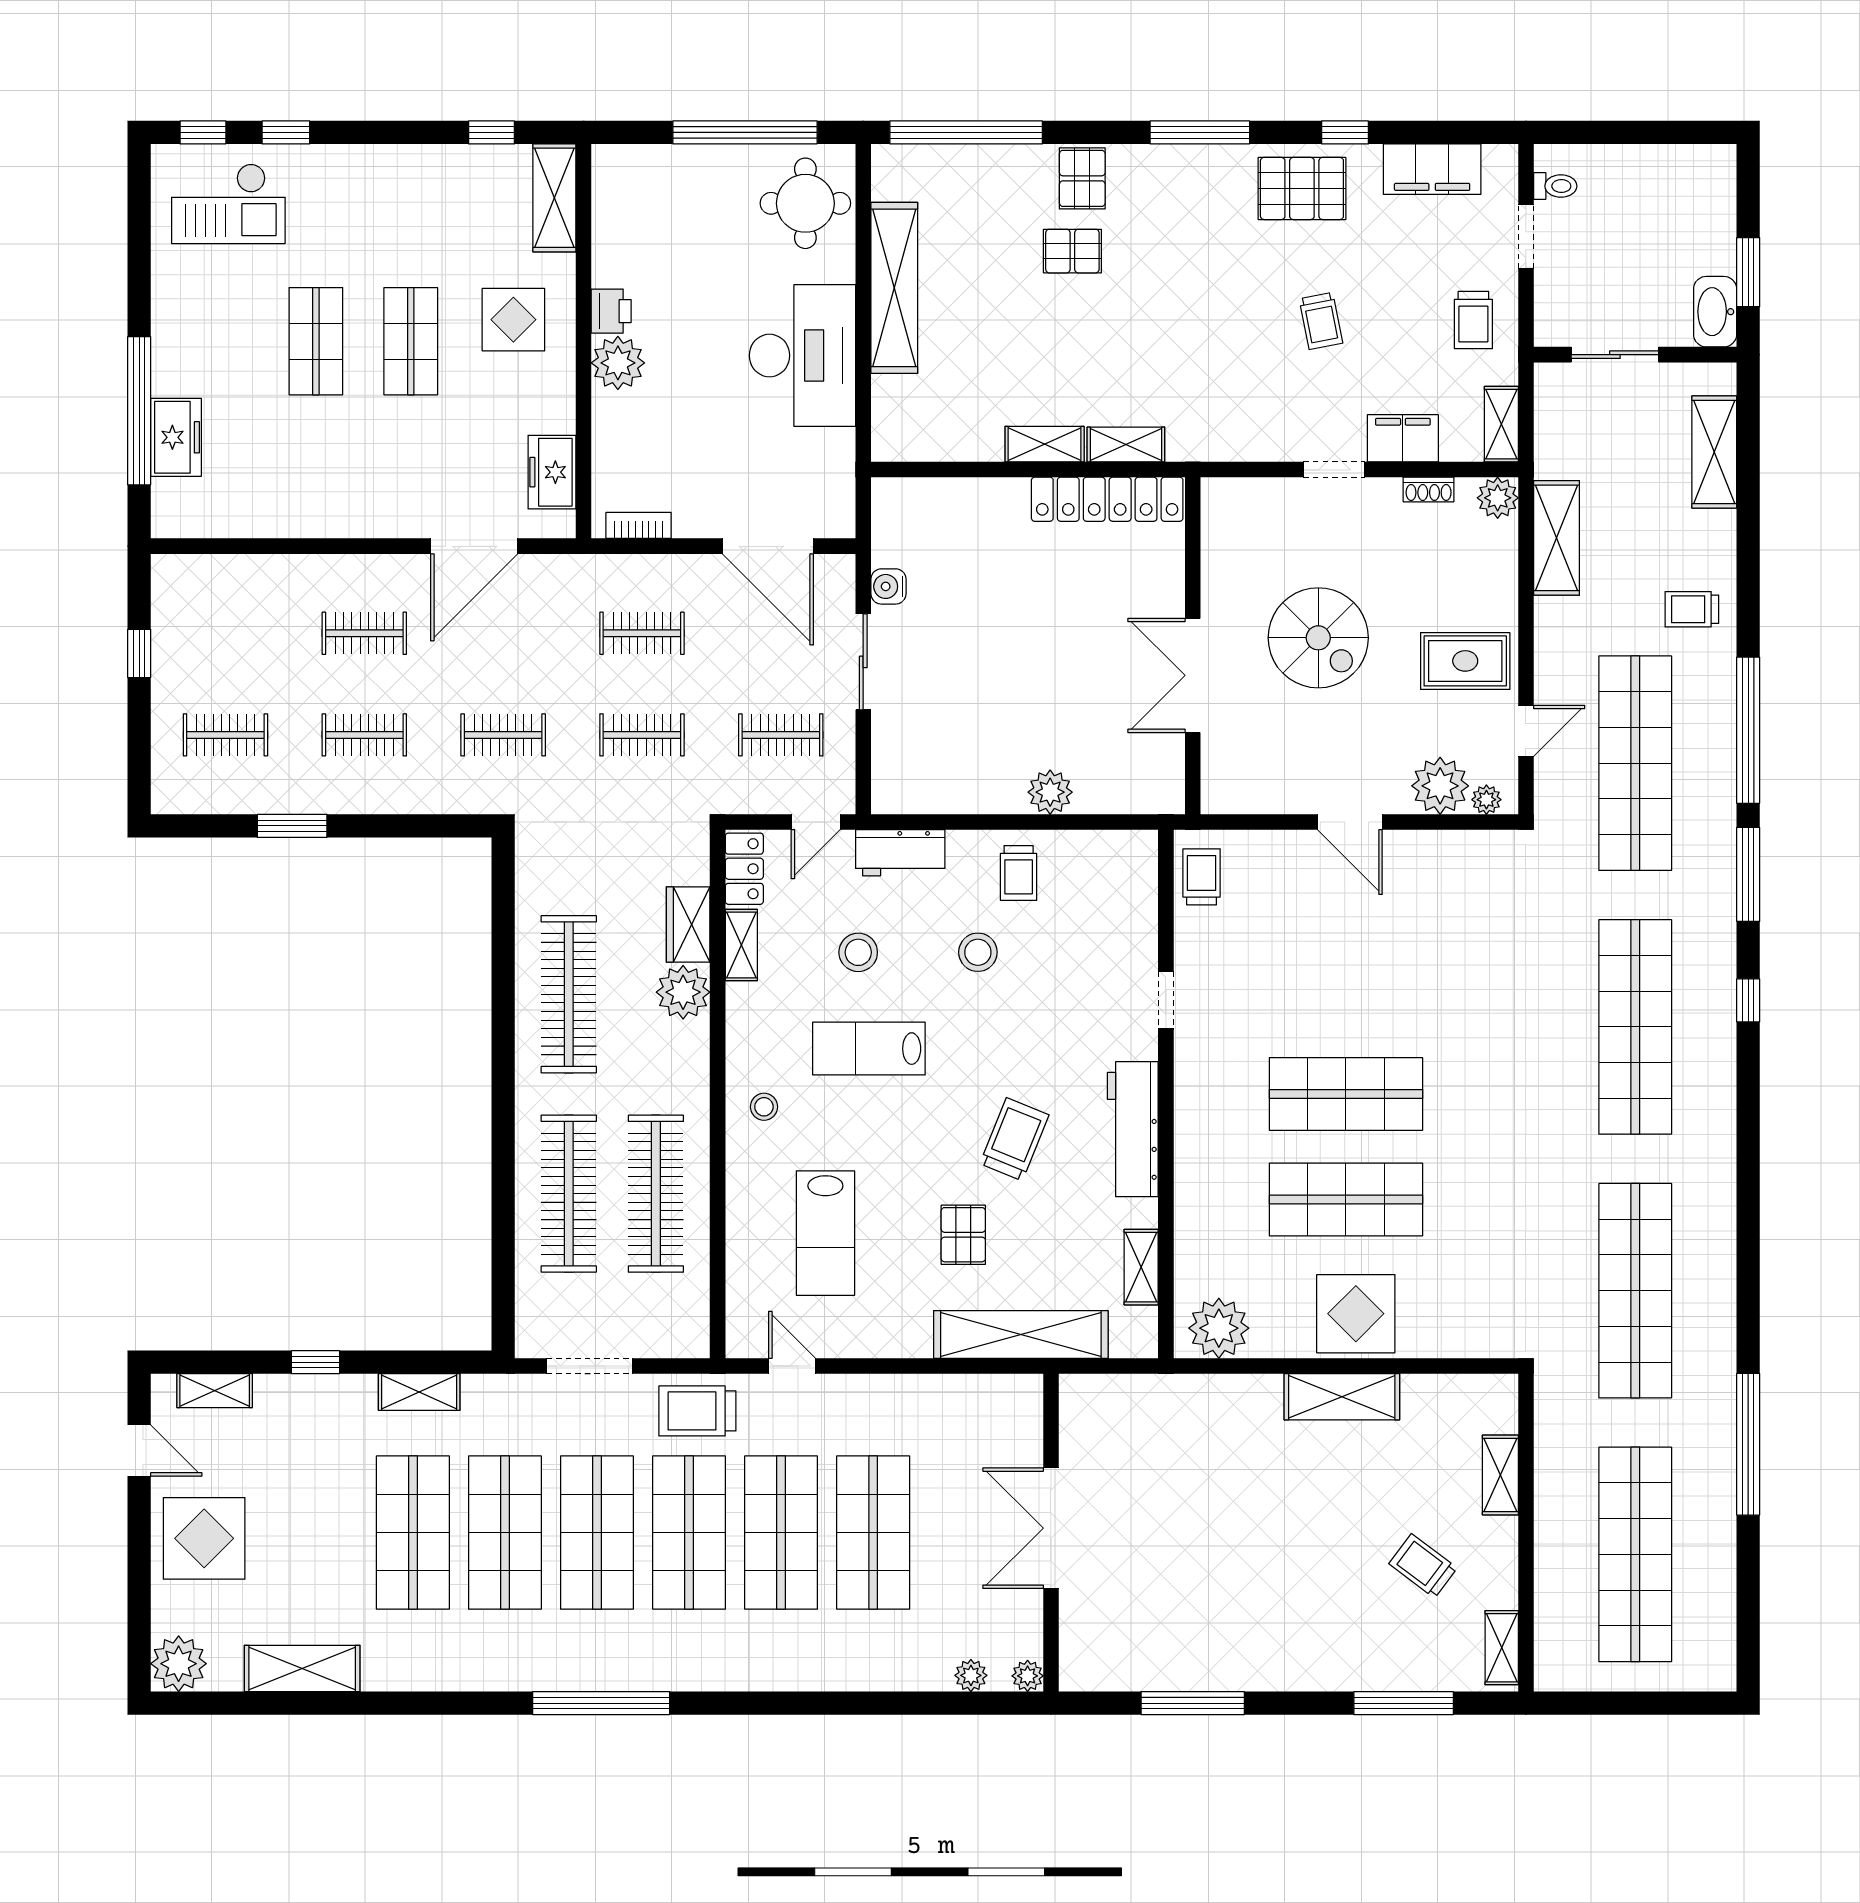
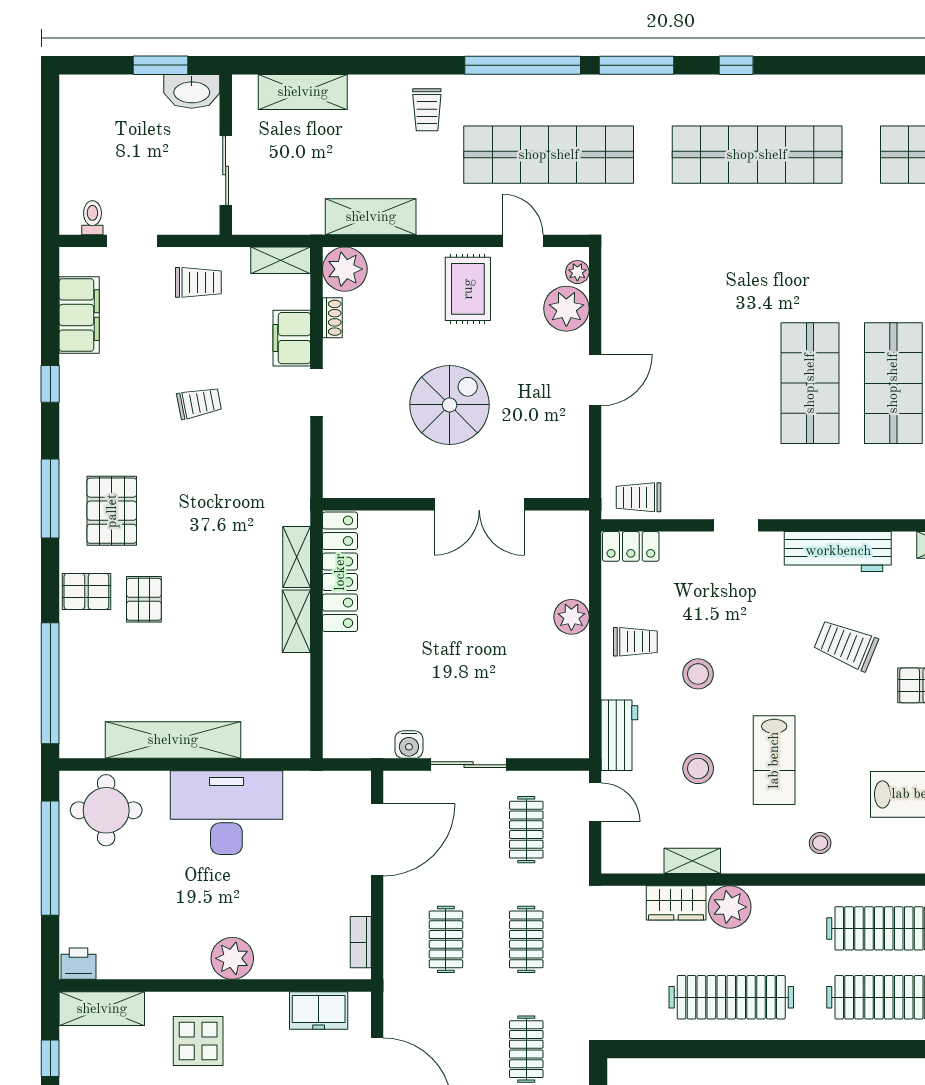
pallet: (1302, 188) -> (112, 511), moved
printer: (611, 311) -> (79, 964), moved
plant: (1498, 498) -> (345, 269), width x1.36, depth x1.36
locker: (744, 869) -> (631, 546), moved, turned 180

